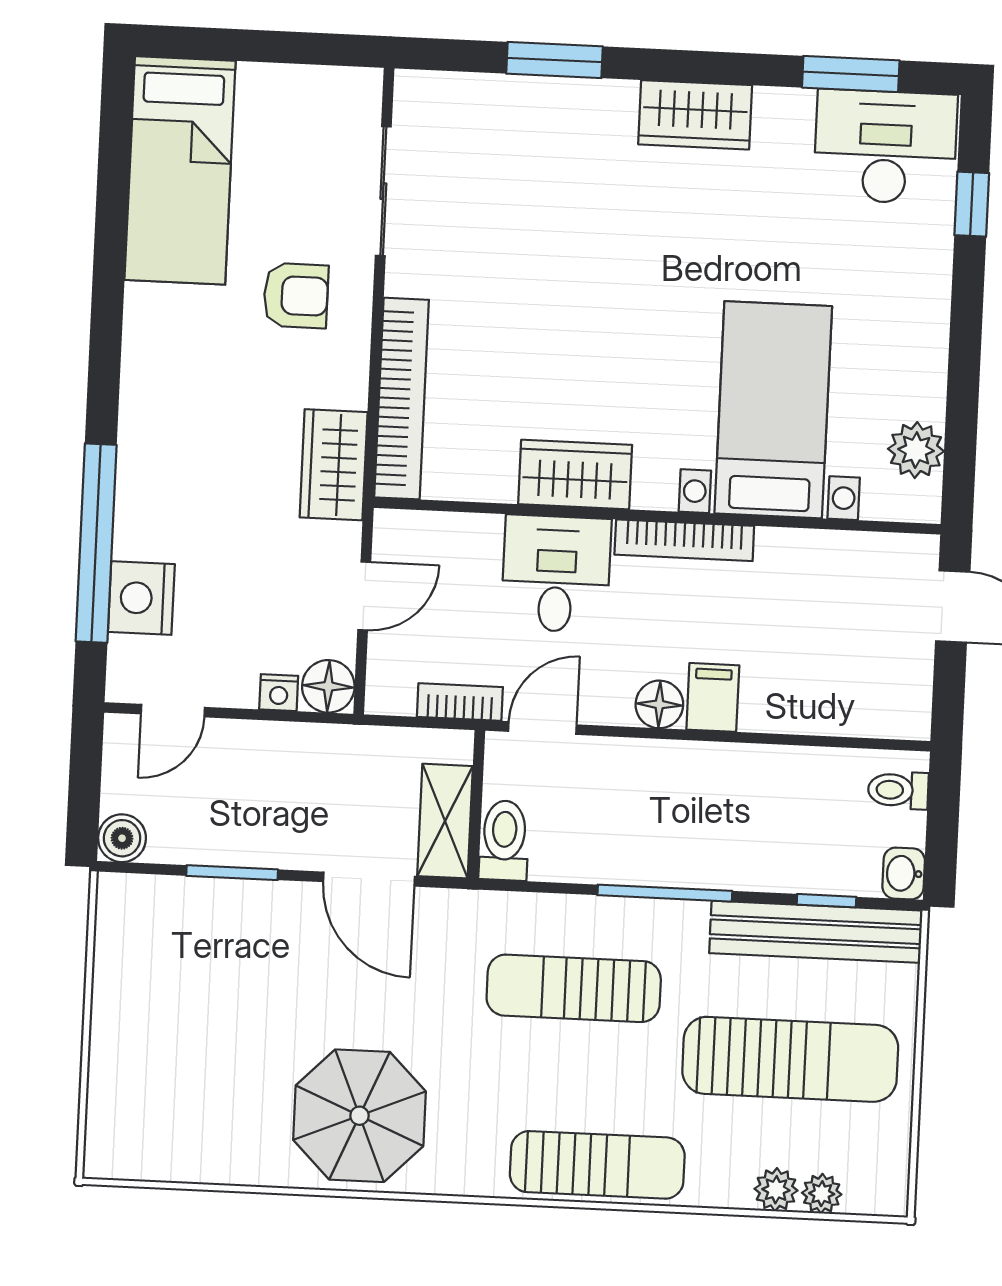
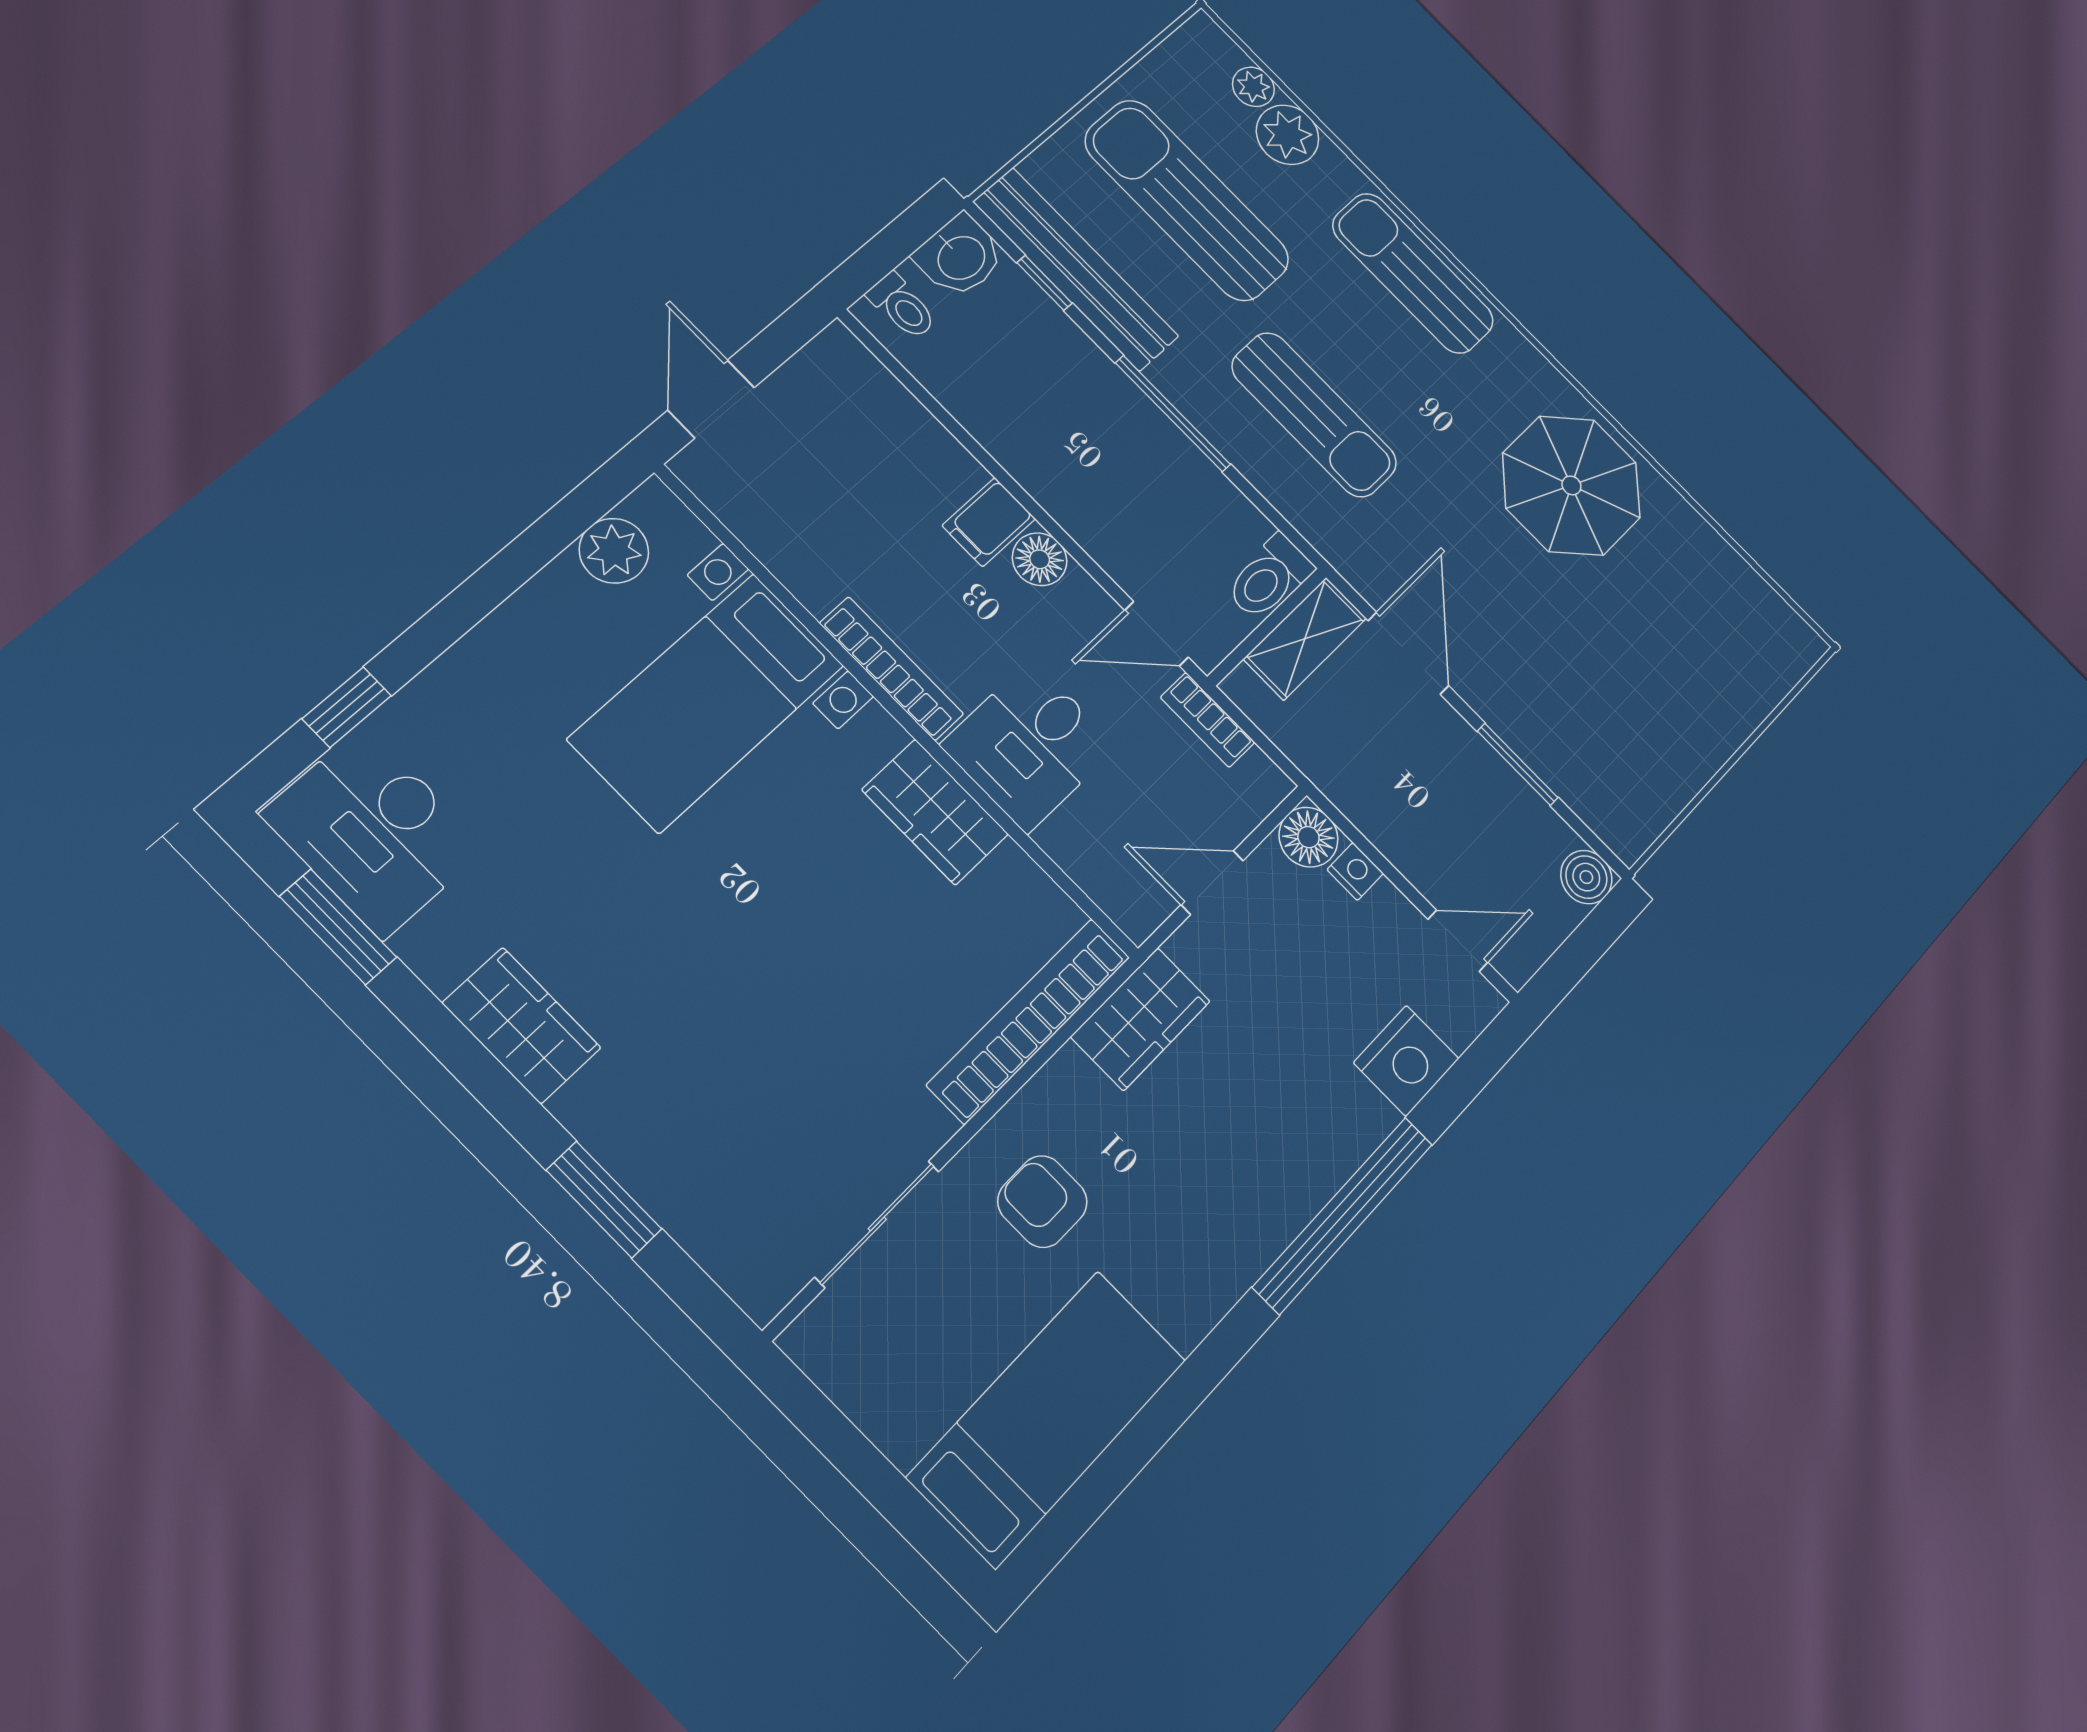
window: (96, 543) -> (1343, 1215), moved
washbasin: (904, 873) -> (960, 256), width x1.38, depth x1.45
plant: (776, 1190) -> (1288, 135), width x1.38, depth x1.38

